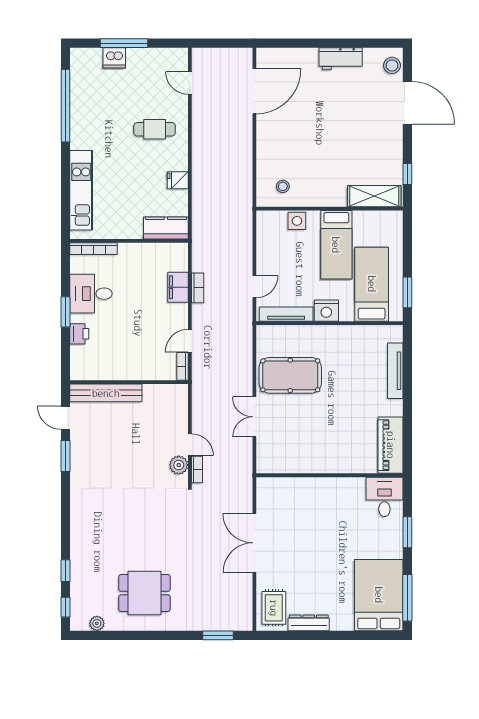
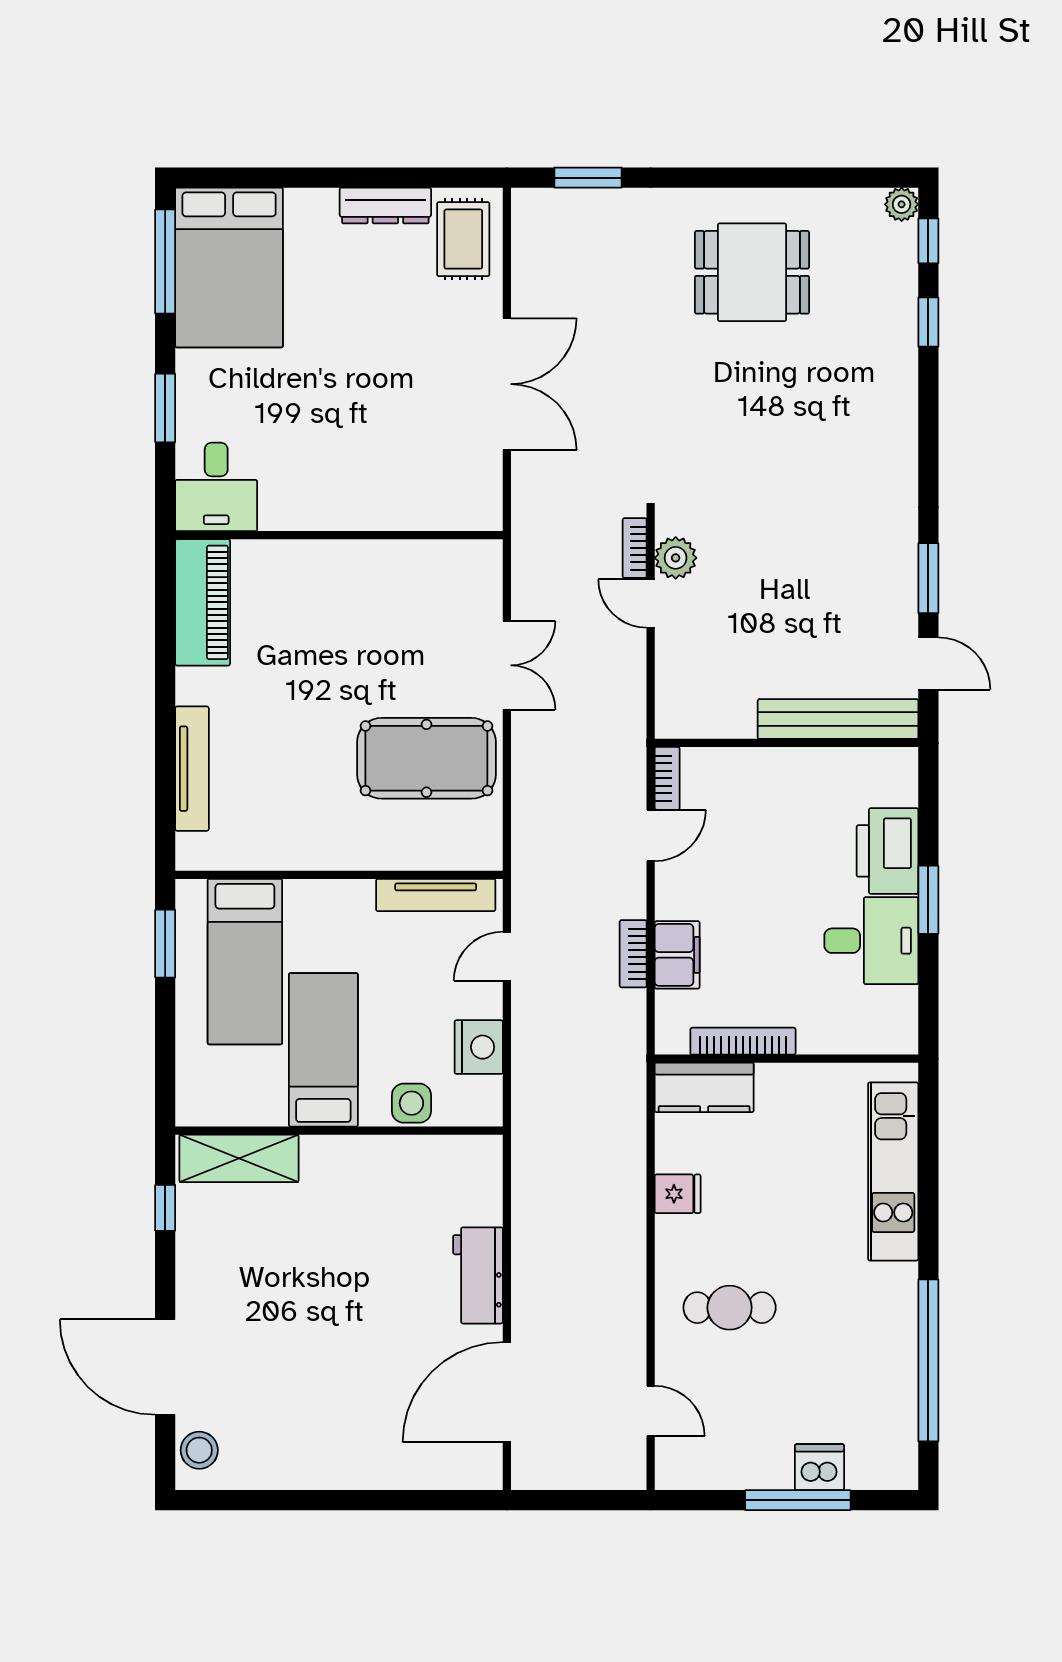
workbench: (341, 59) -> (478, 1275), moved, turned -90
stool: (283, 186) -> (443, 1180), removed
bookcase: (94, 249) -> (743, 1041), moved
nightstand: (326, 311) -> (479, 1047), moved, turned 90
printer: (79, 334) -> (887, 851), width x1.87, depth x1.48
plant: (97, 623) -> (902, 204), moved

